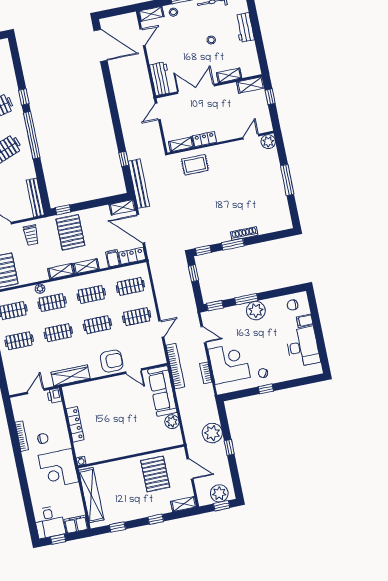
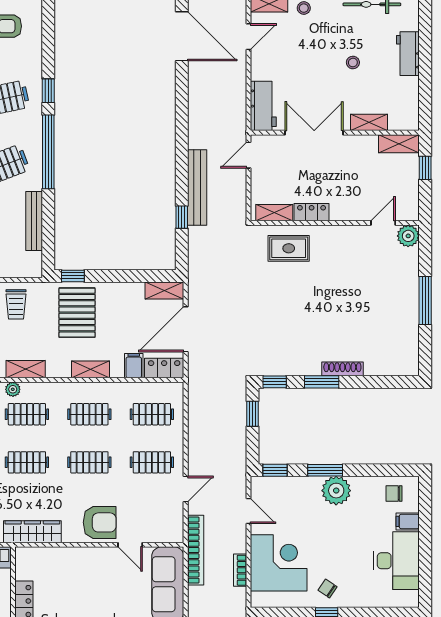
bench: (139, 184) -> (197, 187), moved
bench: (35, 197) -> (34, 221), moved
door: (141, 229) -> (186, 329), hinge flipped
shelving: (61, 271) -> (26, 369), moved

